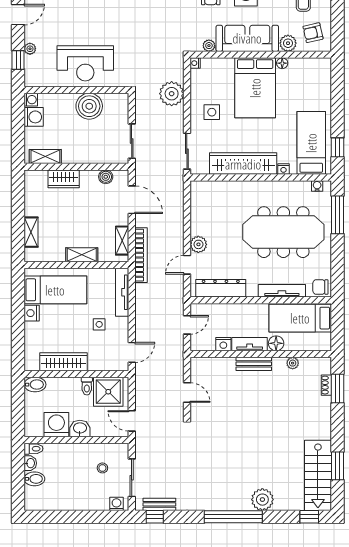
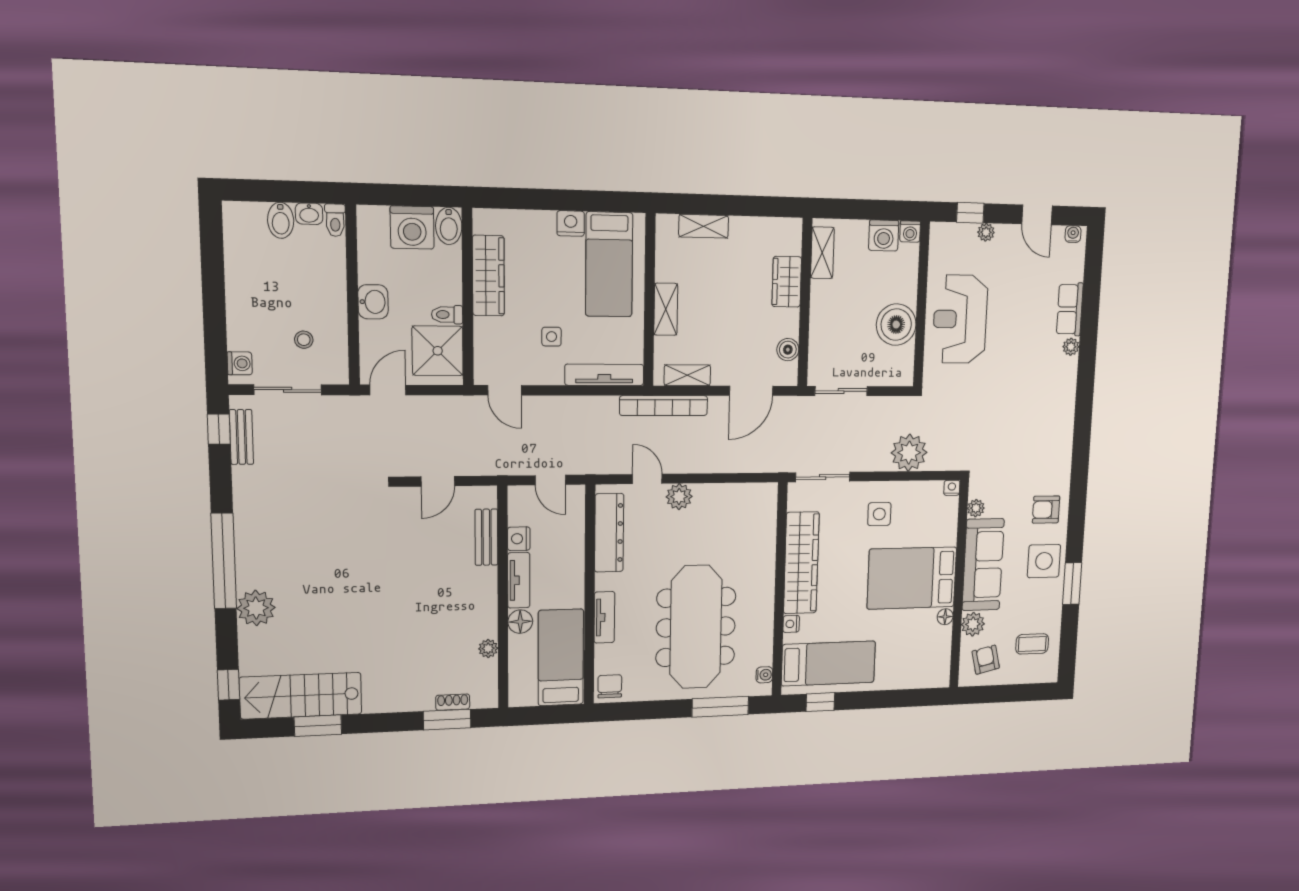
tv unit: (282, 291) -> (604, 617), width x0.71
bench: (254, 364) -> (486, 537), moved
washing machine: (56, 425) -> (412, 227), moved, turned 90

